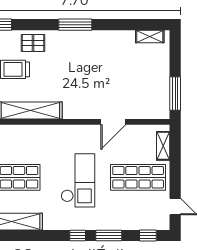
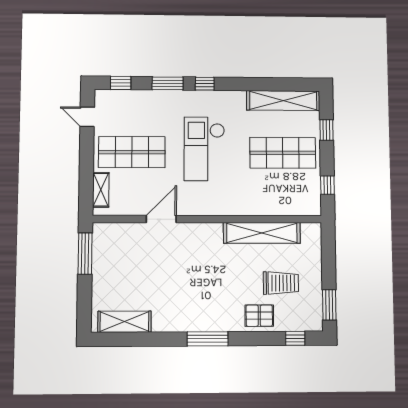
shelving: (150, 37) -> (124, 322), width x1.50, depth x1.33

